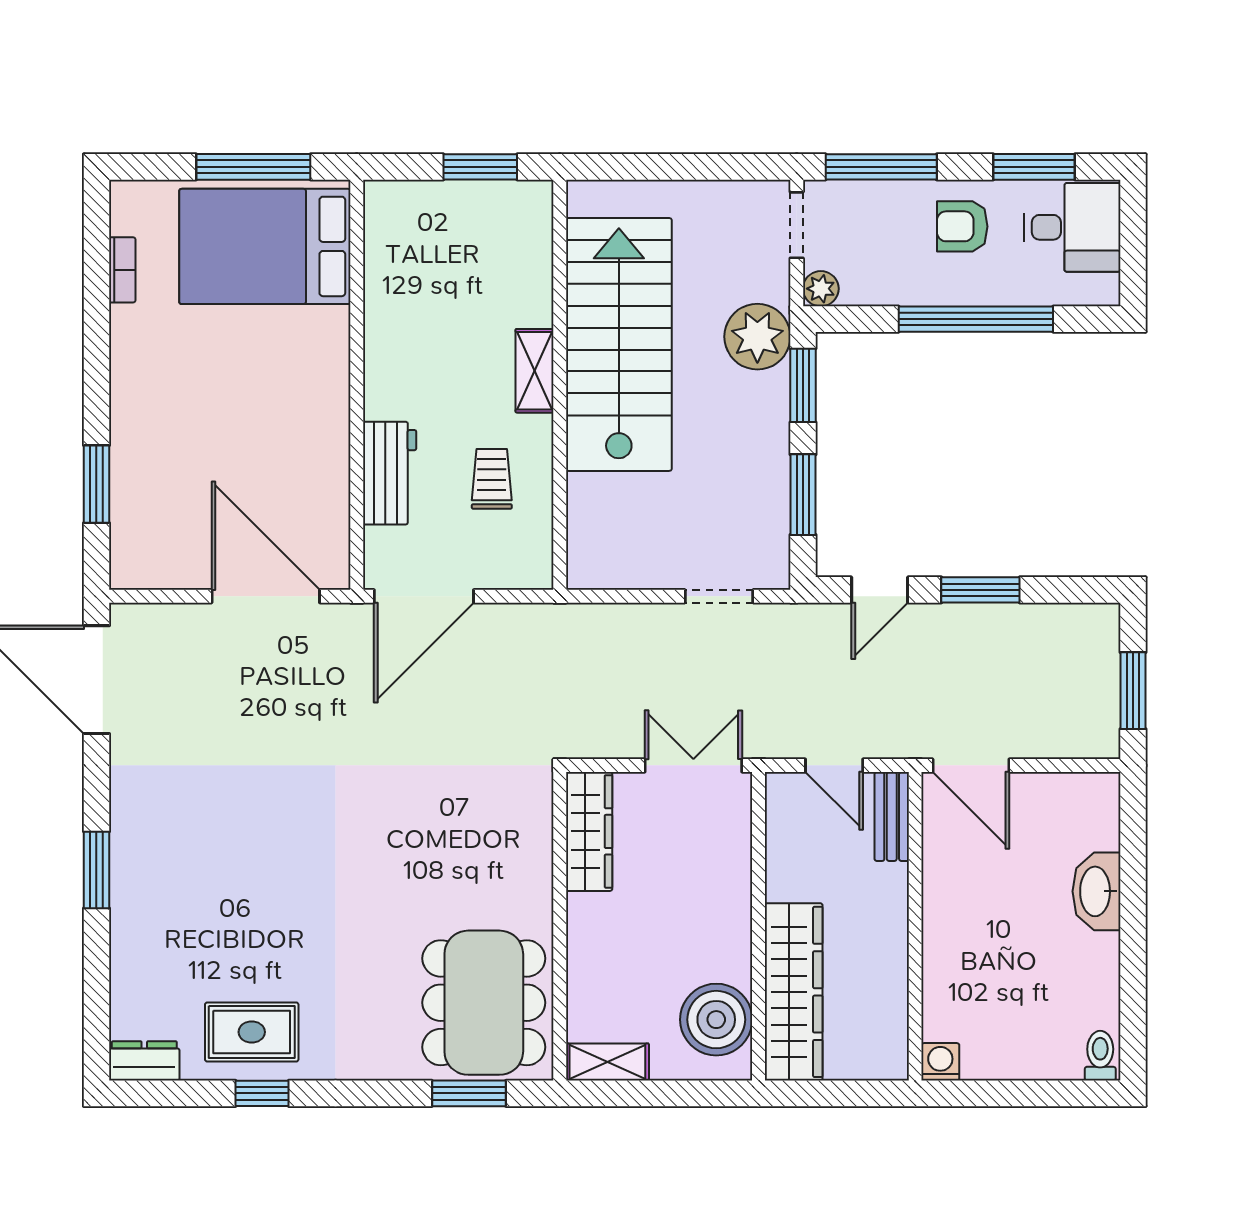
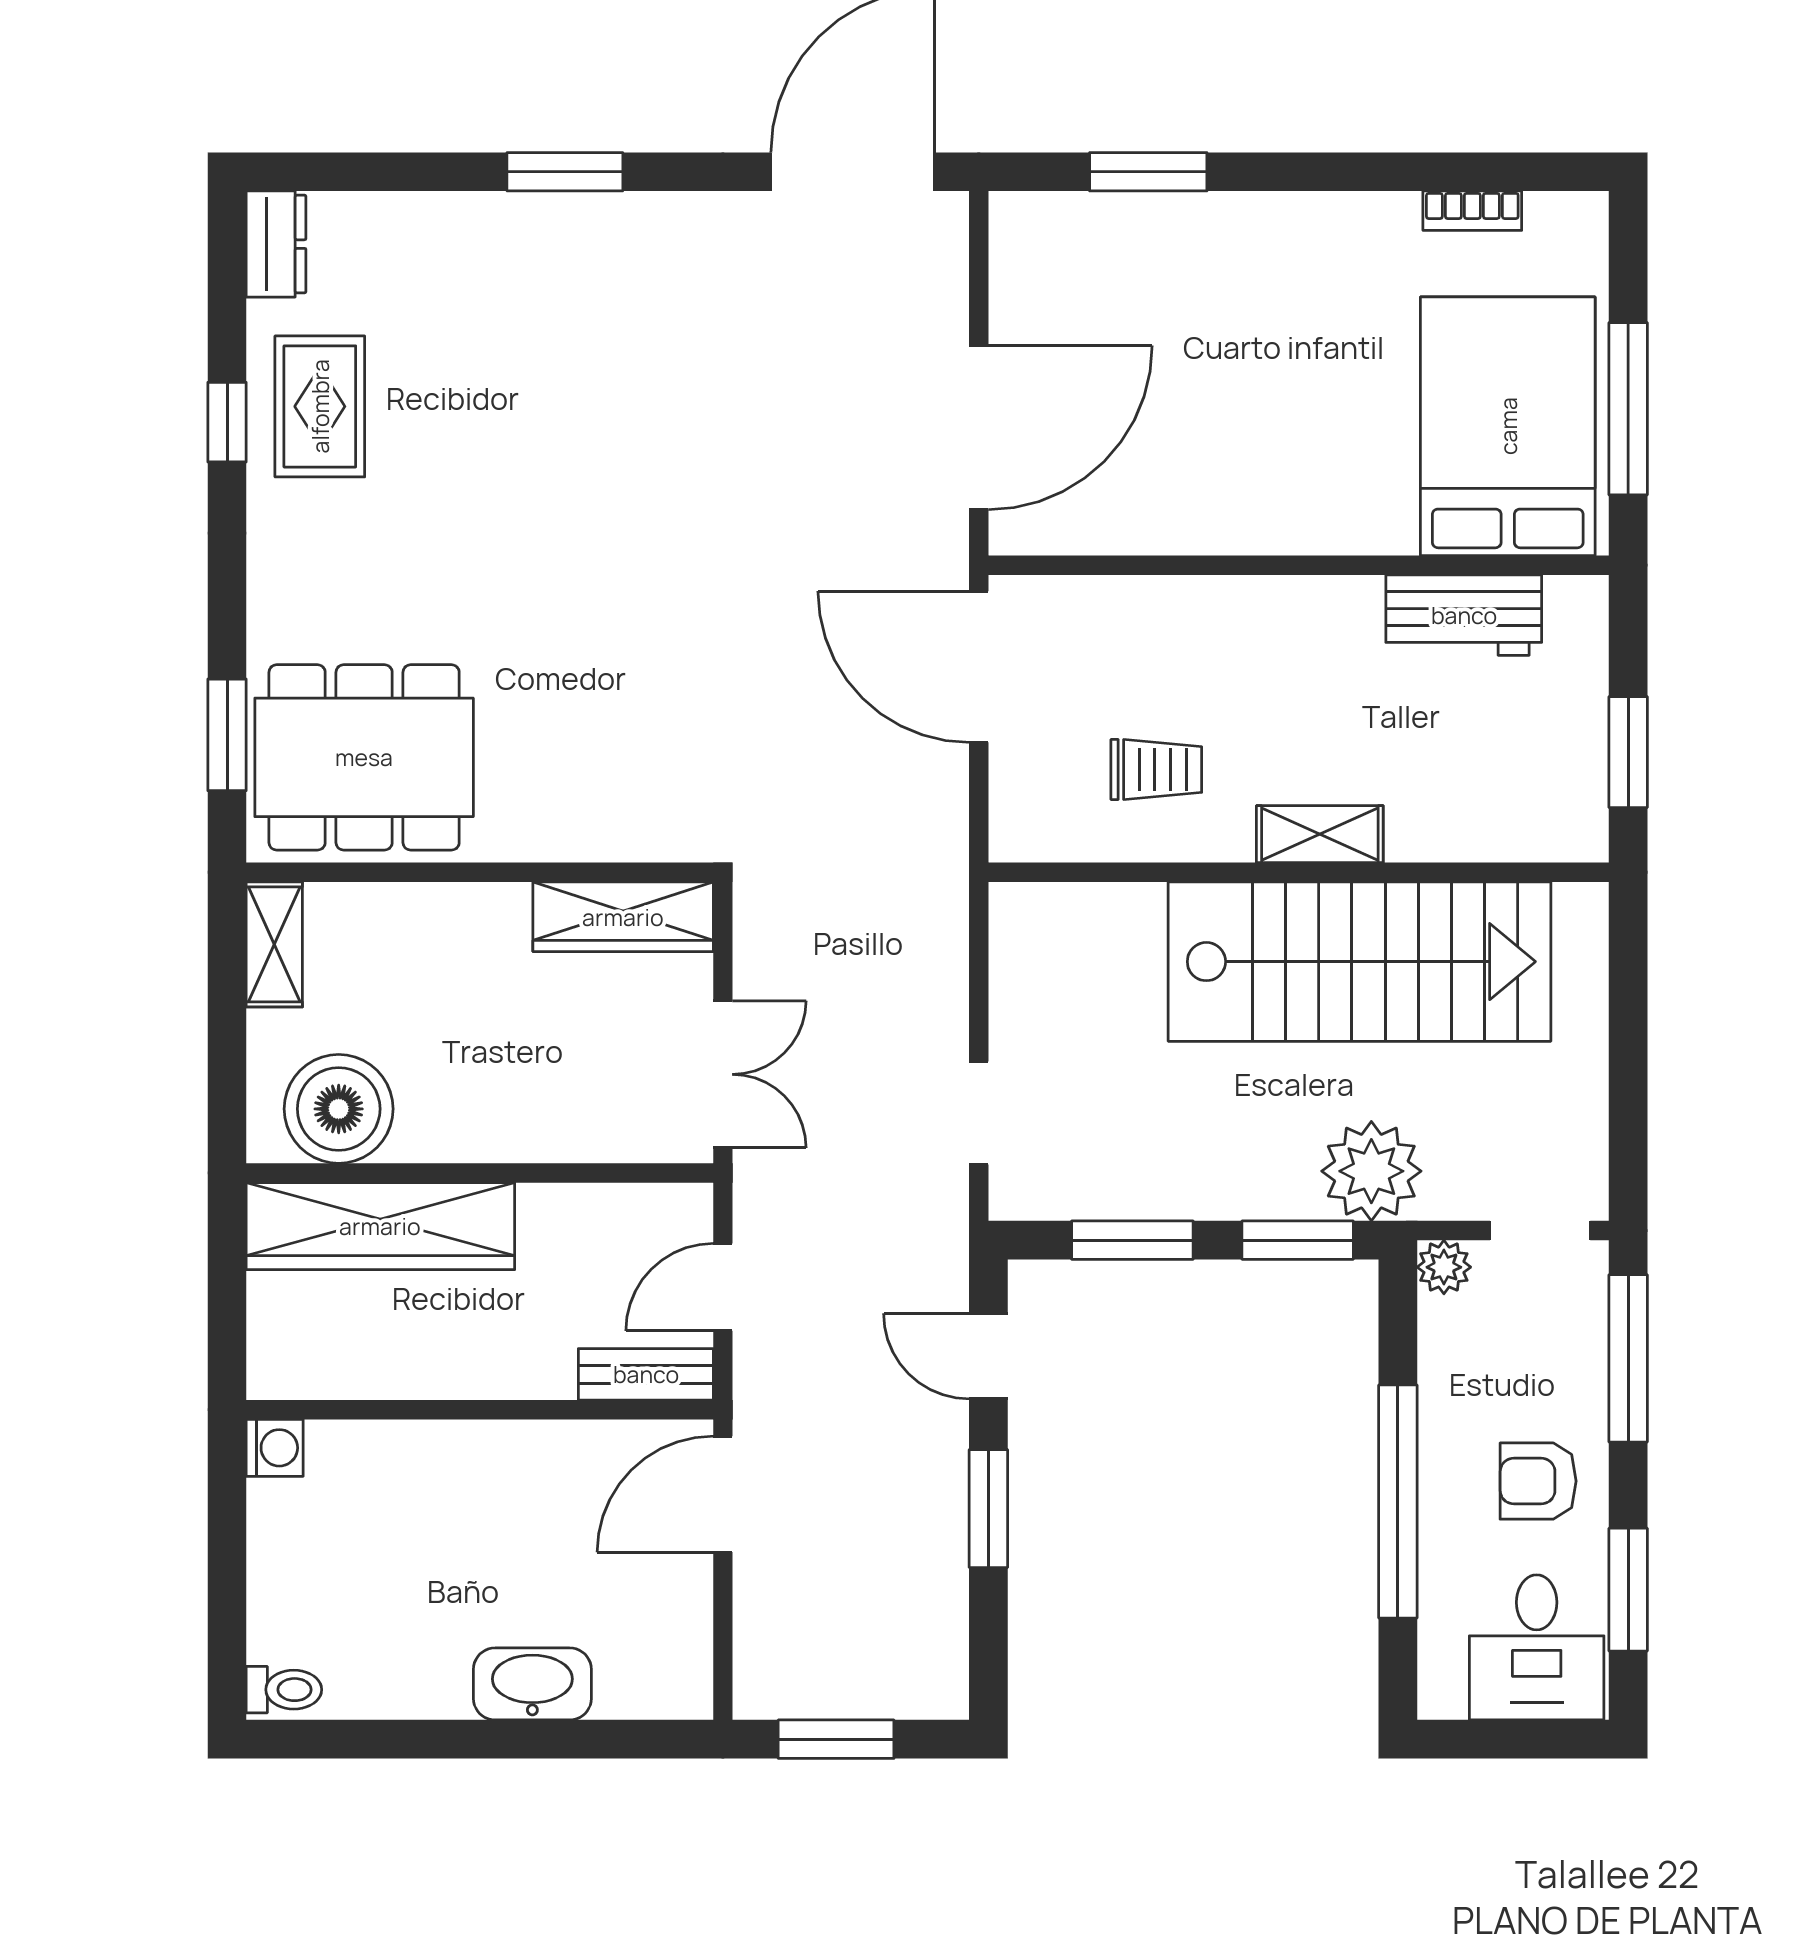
armchair: (962, 226) -> (1538, 1481), turned -90
workbench: (390, 473) -> (1464, 615), moved

